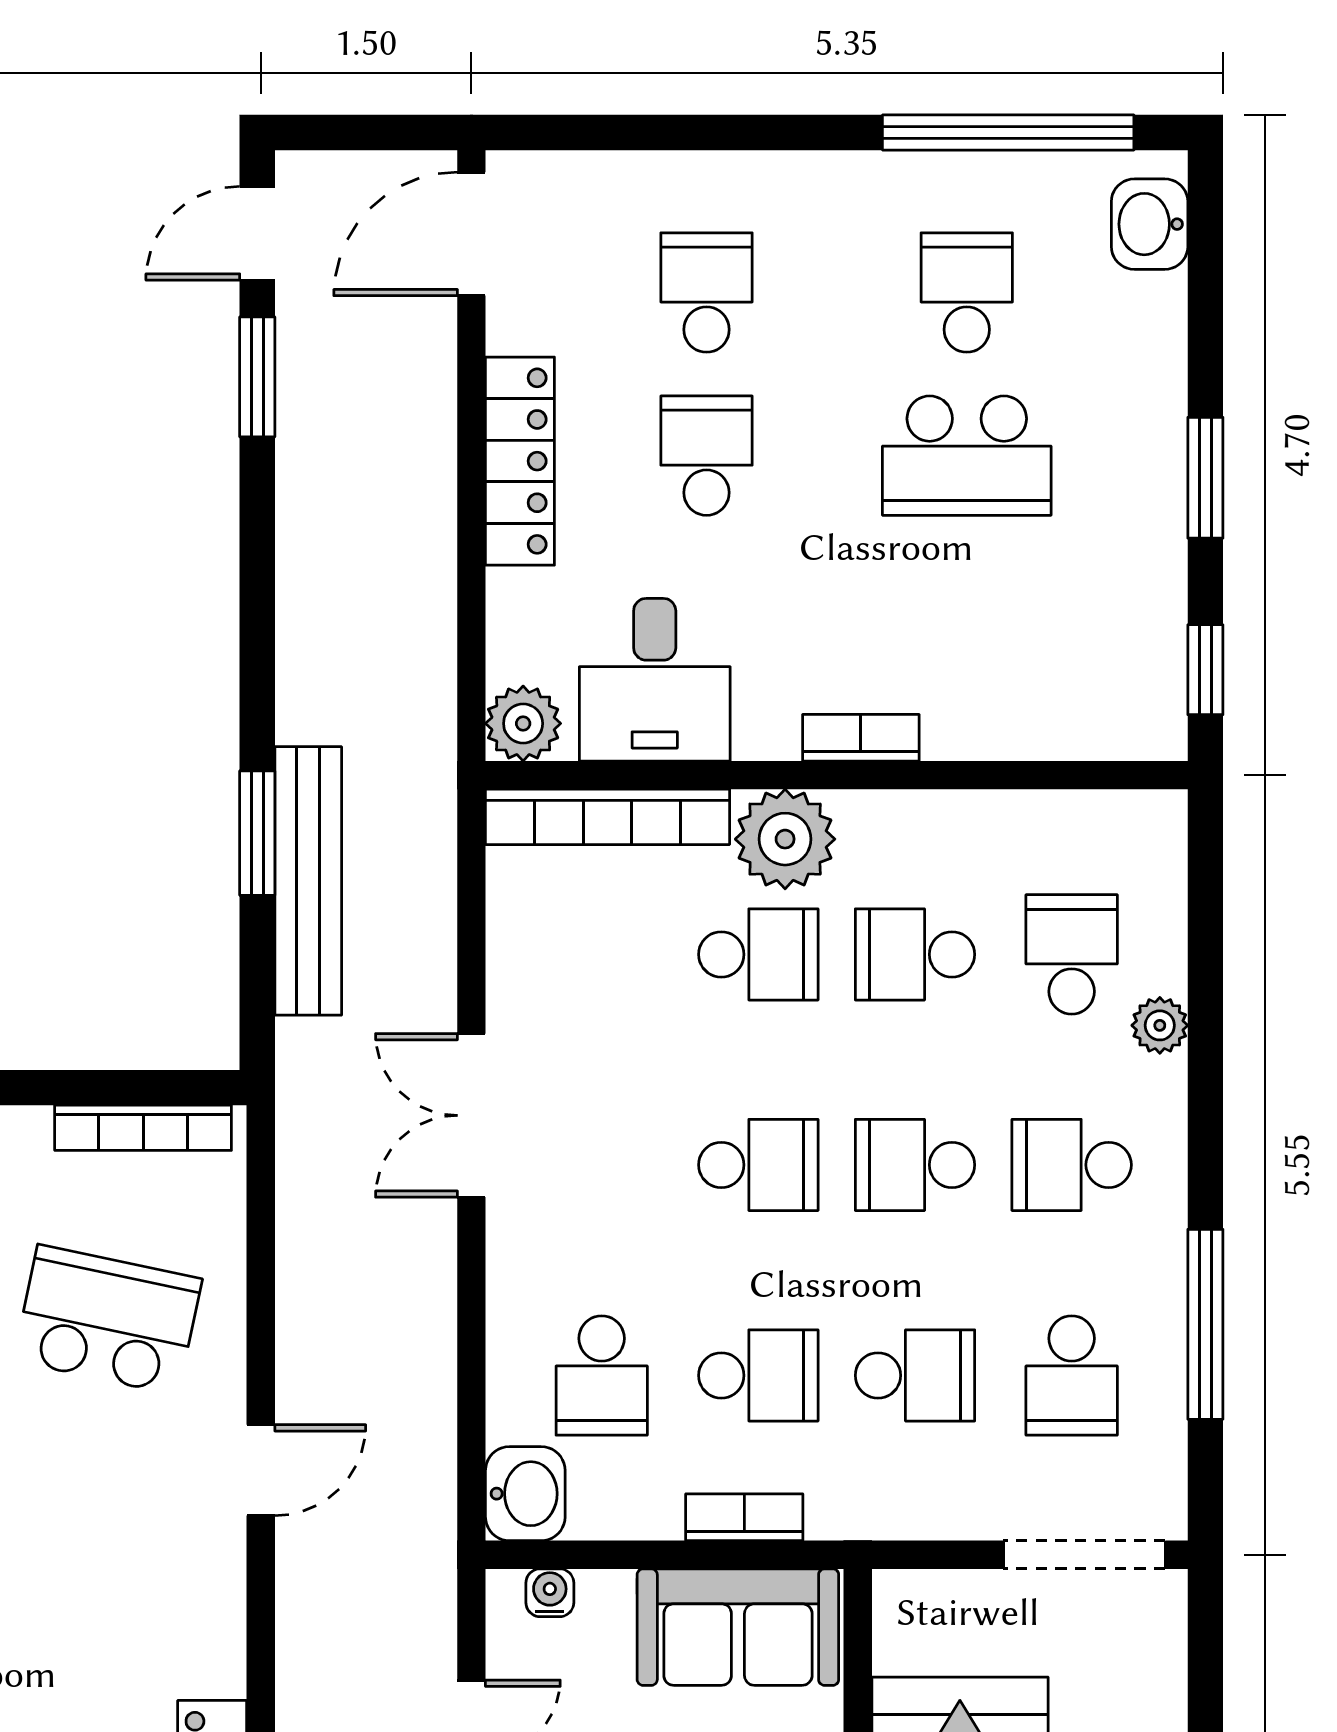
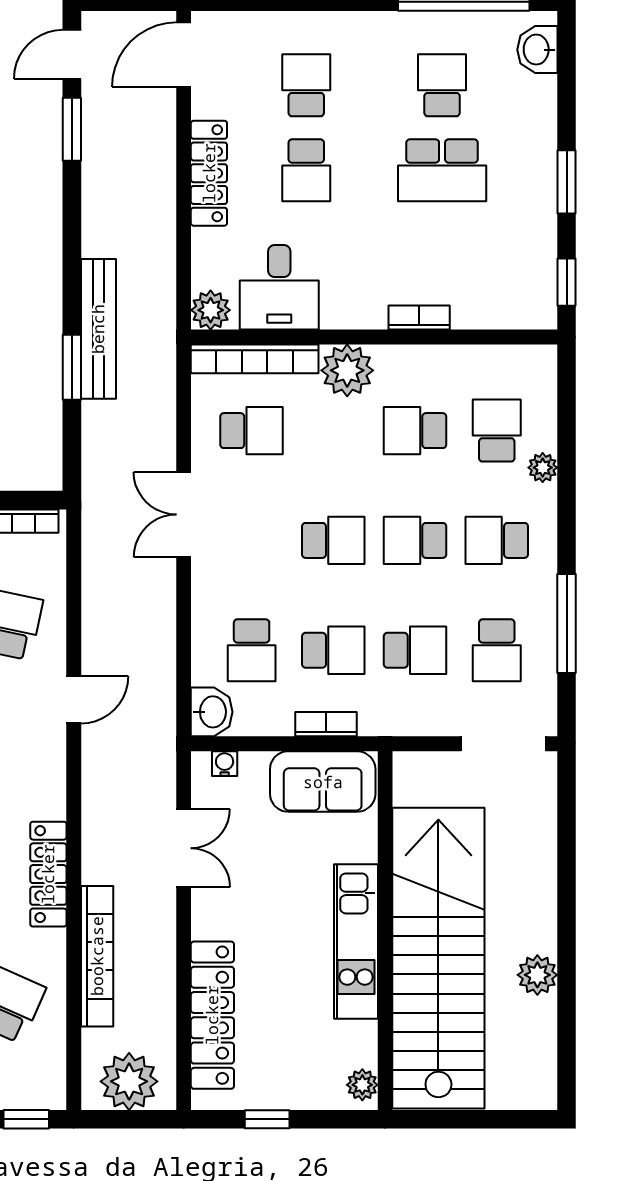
school desk: (707, 456) -> (306, 170), turned 180
bookcase: (861, 738) -> (419, 318), moved
bench: (308, 881) -> (98, 329), moved
school desk: (758, 954) -> (252, 431), moved

